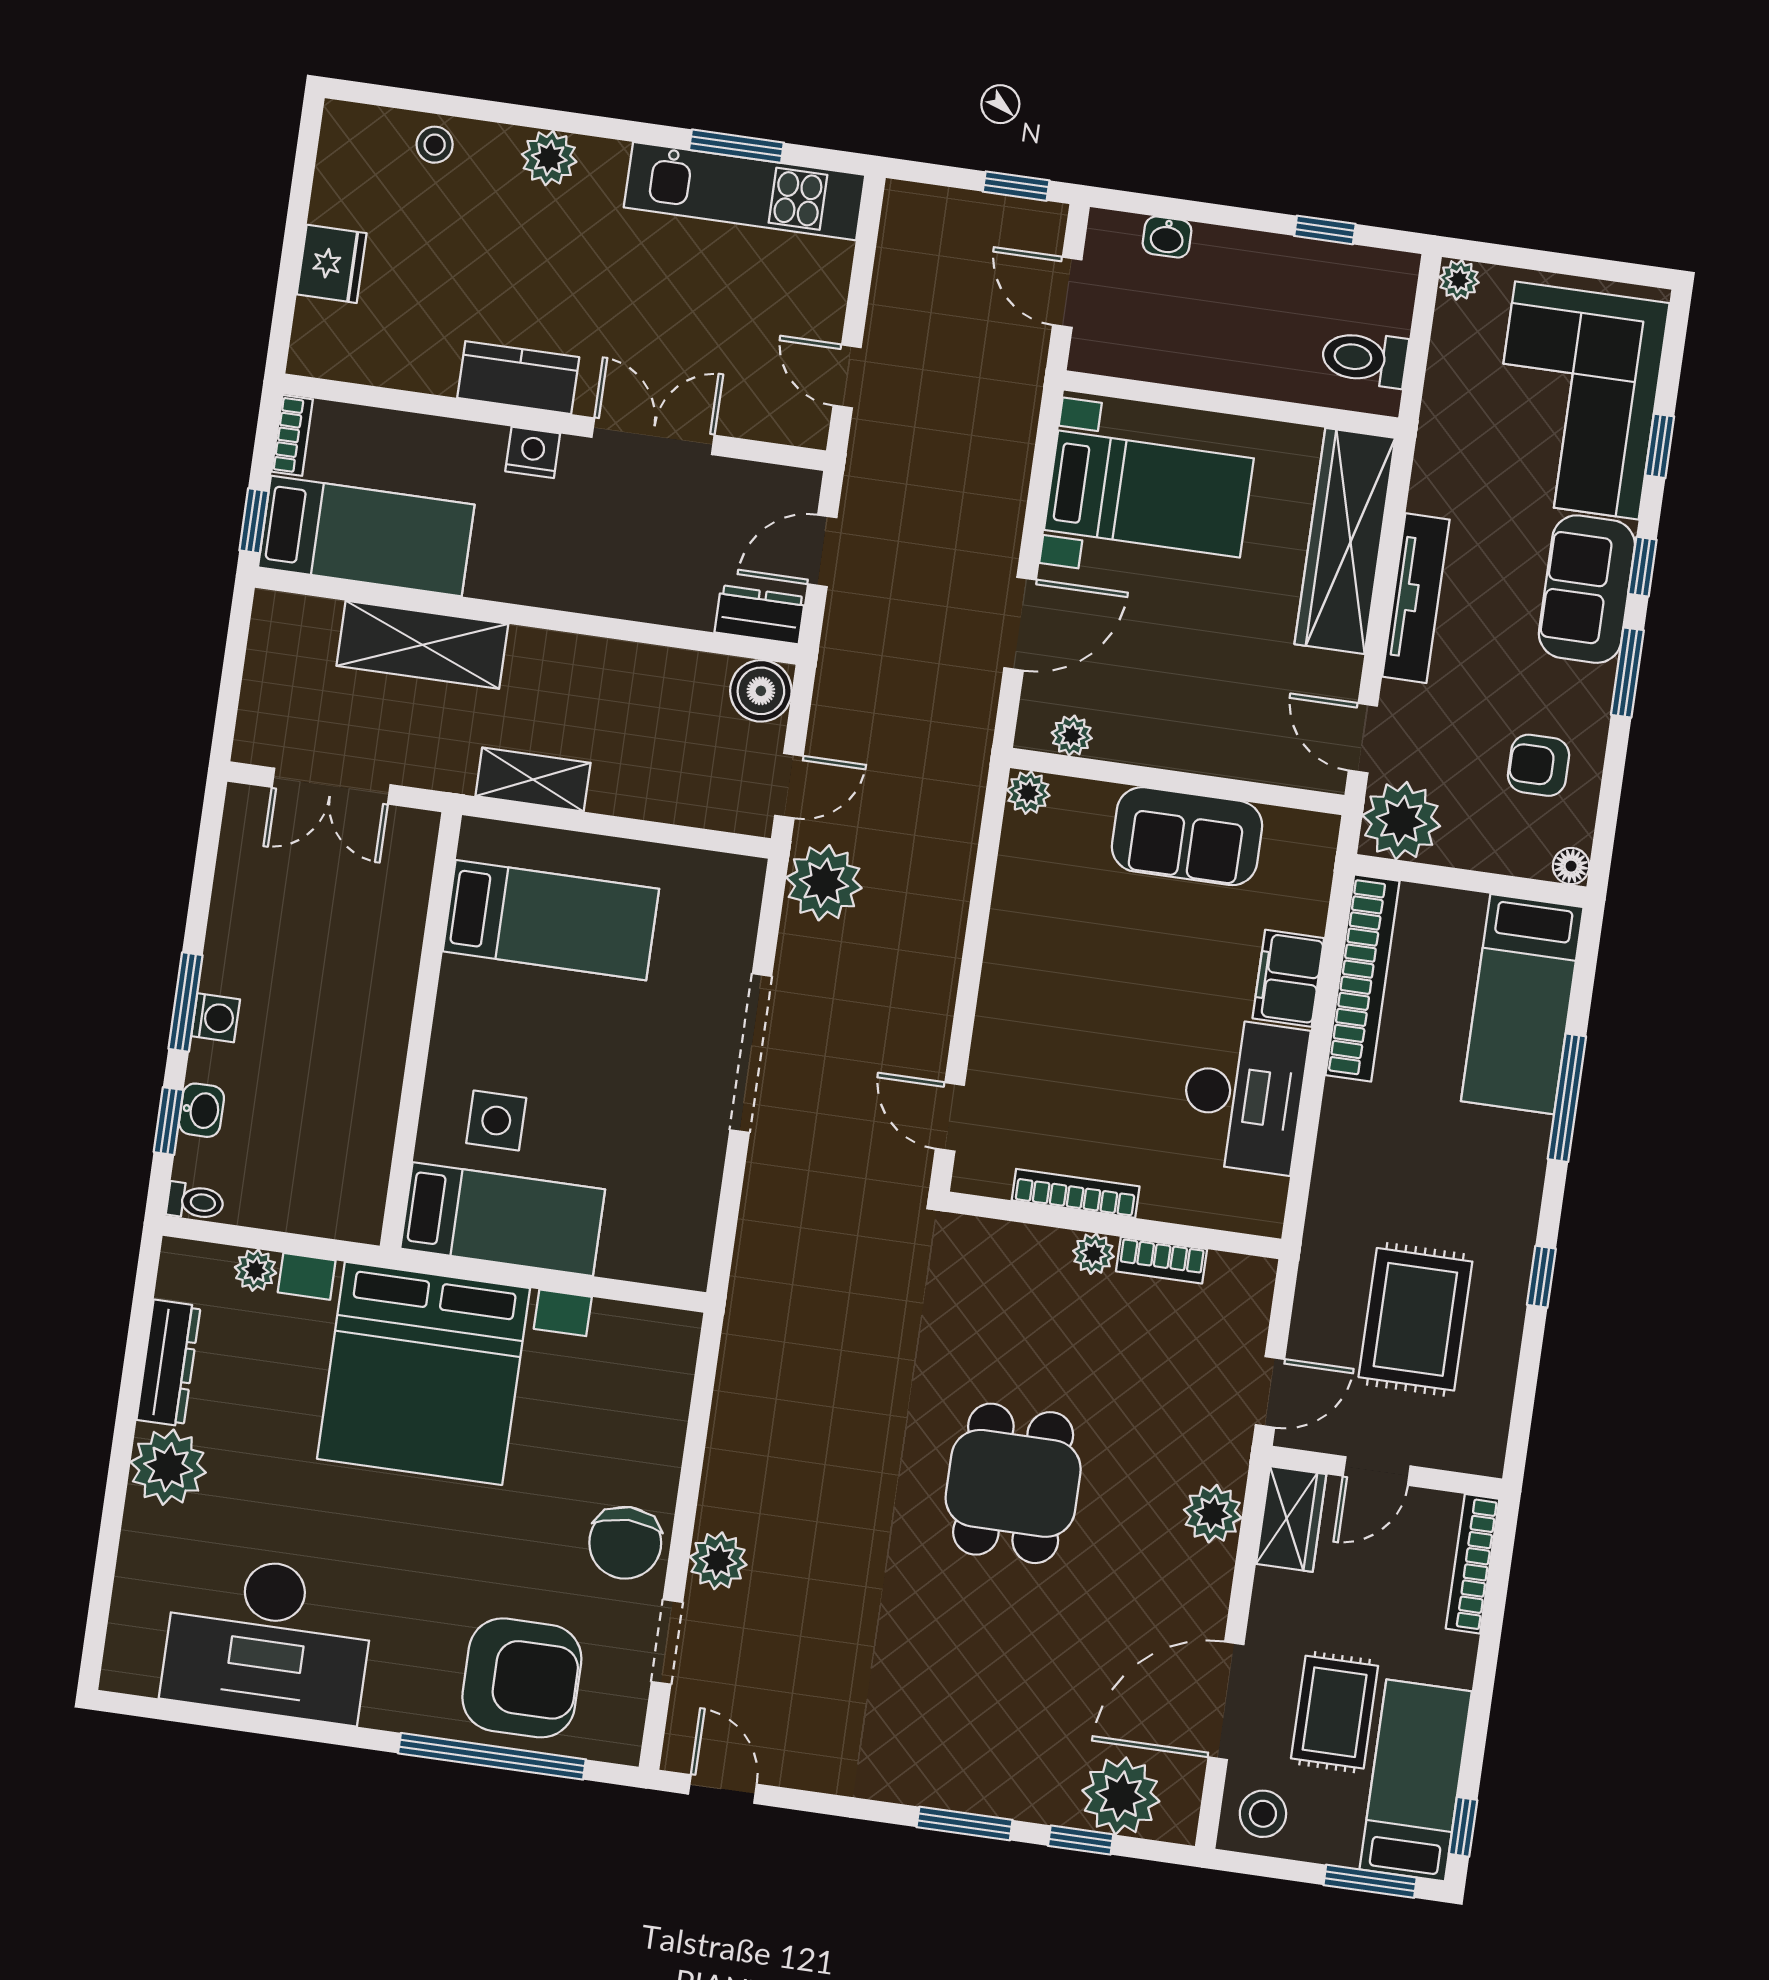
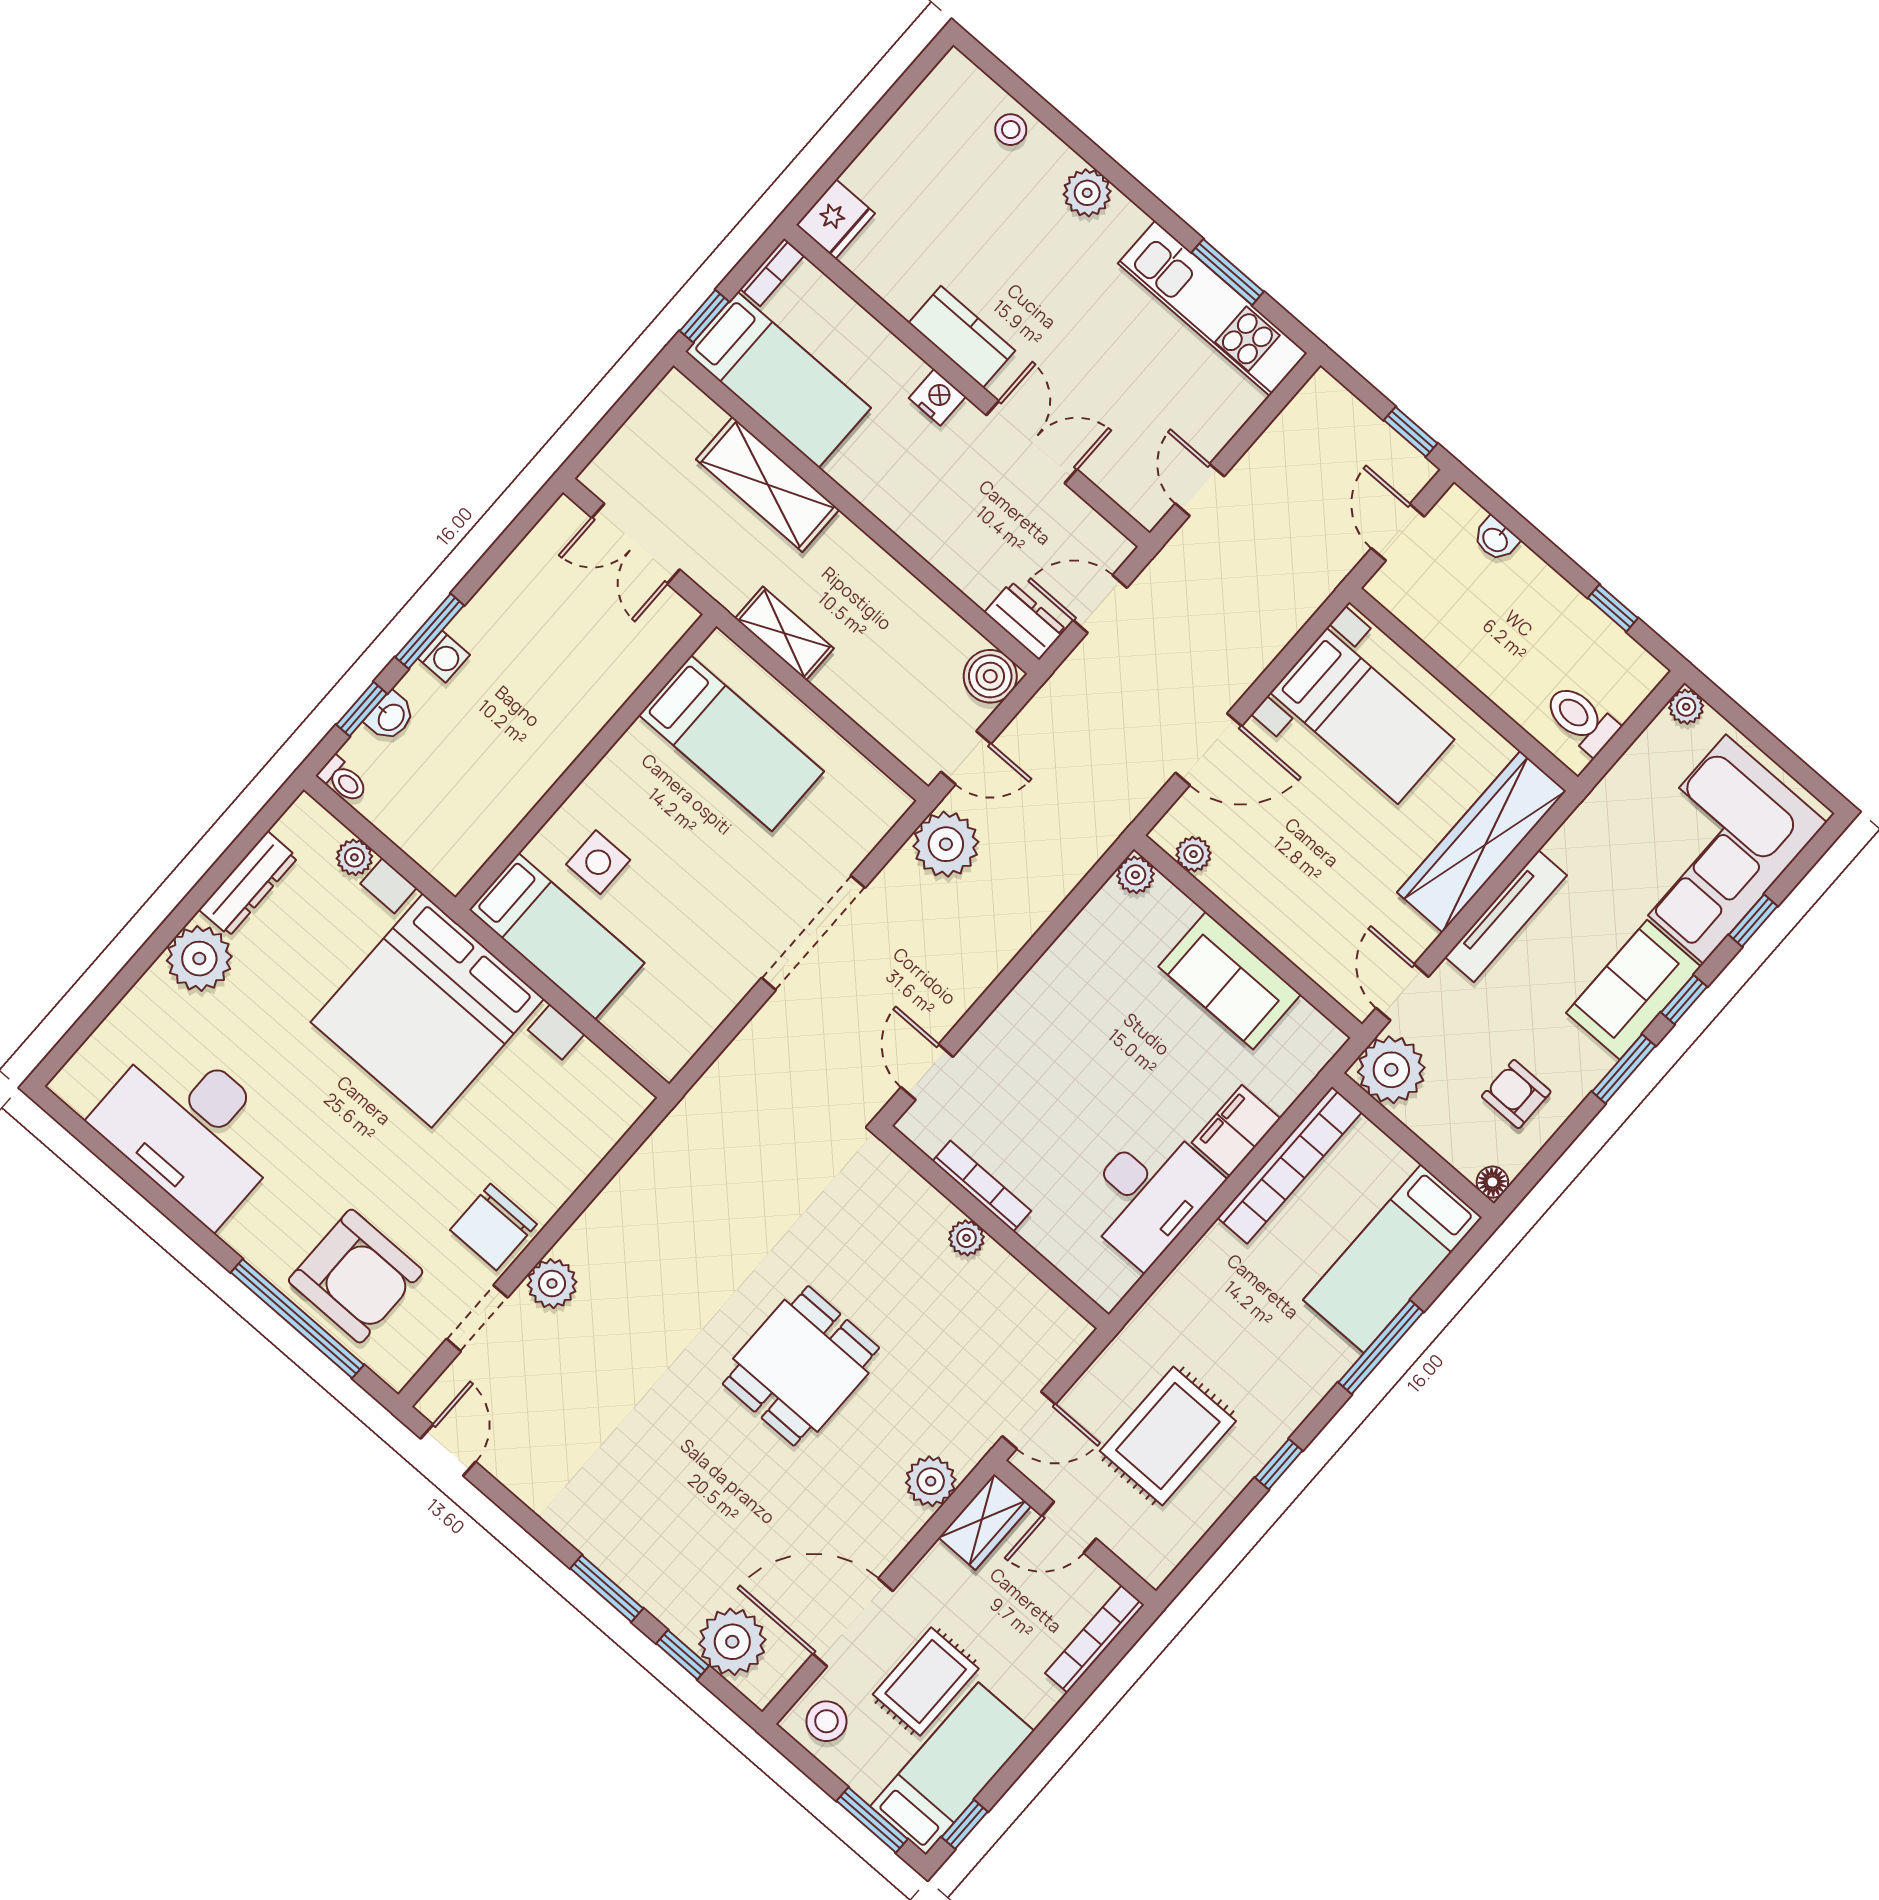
fridge: (332, 264) -> (836, 219), moved
bookcase: (1162, 1260) -> (1013, 1274), removed

